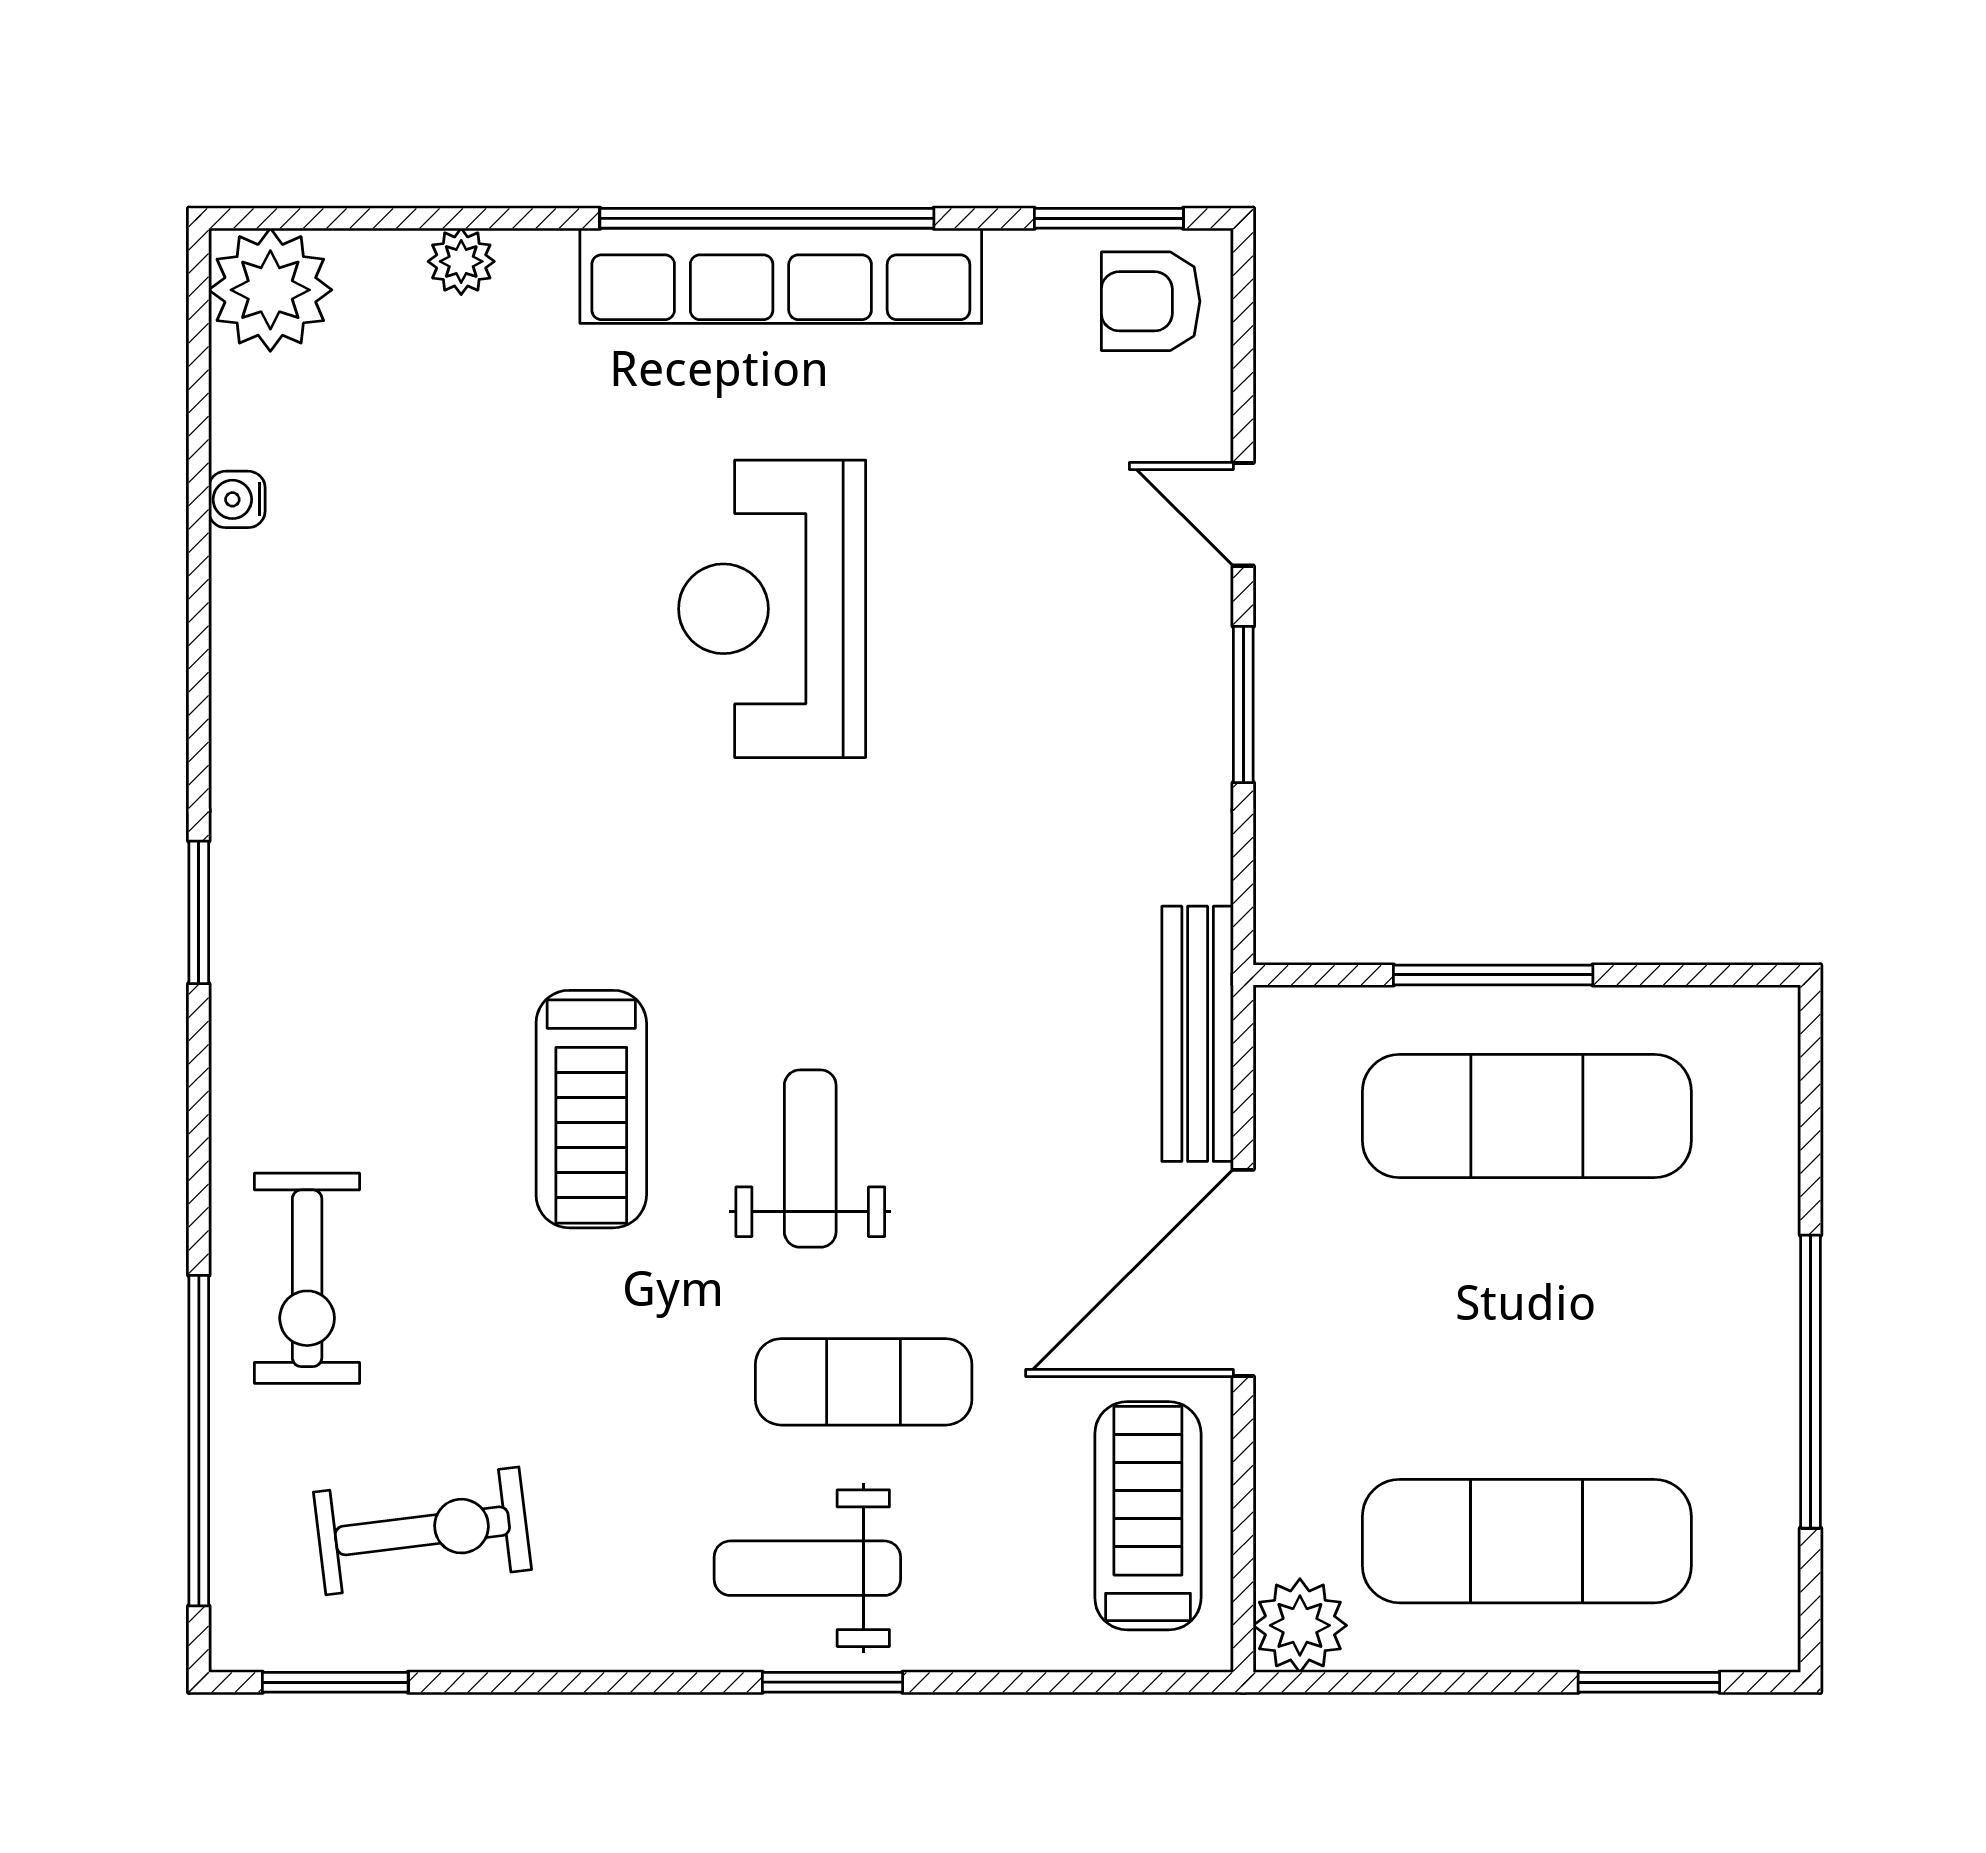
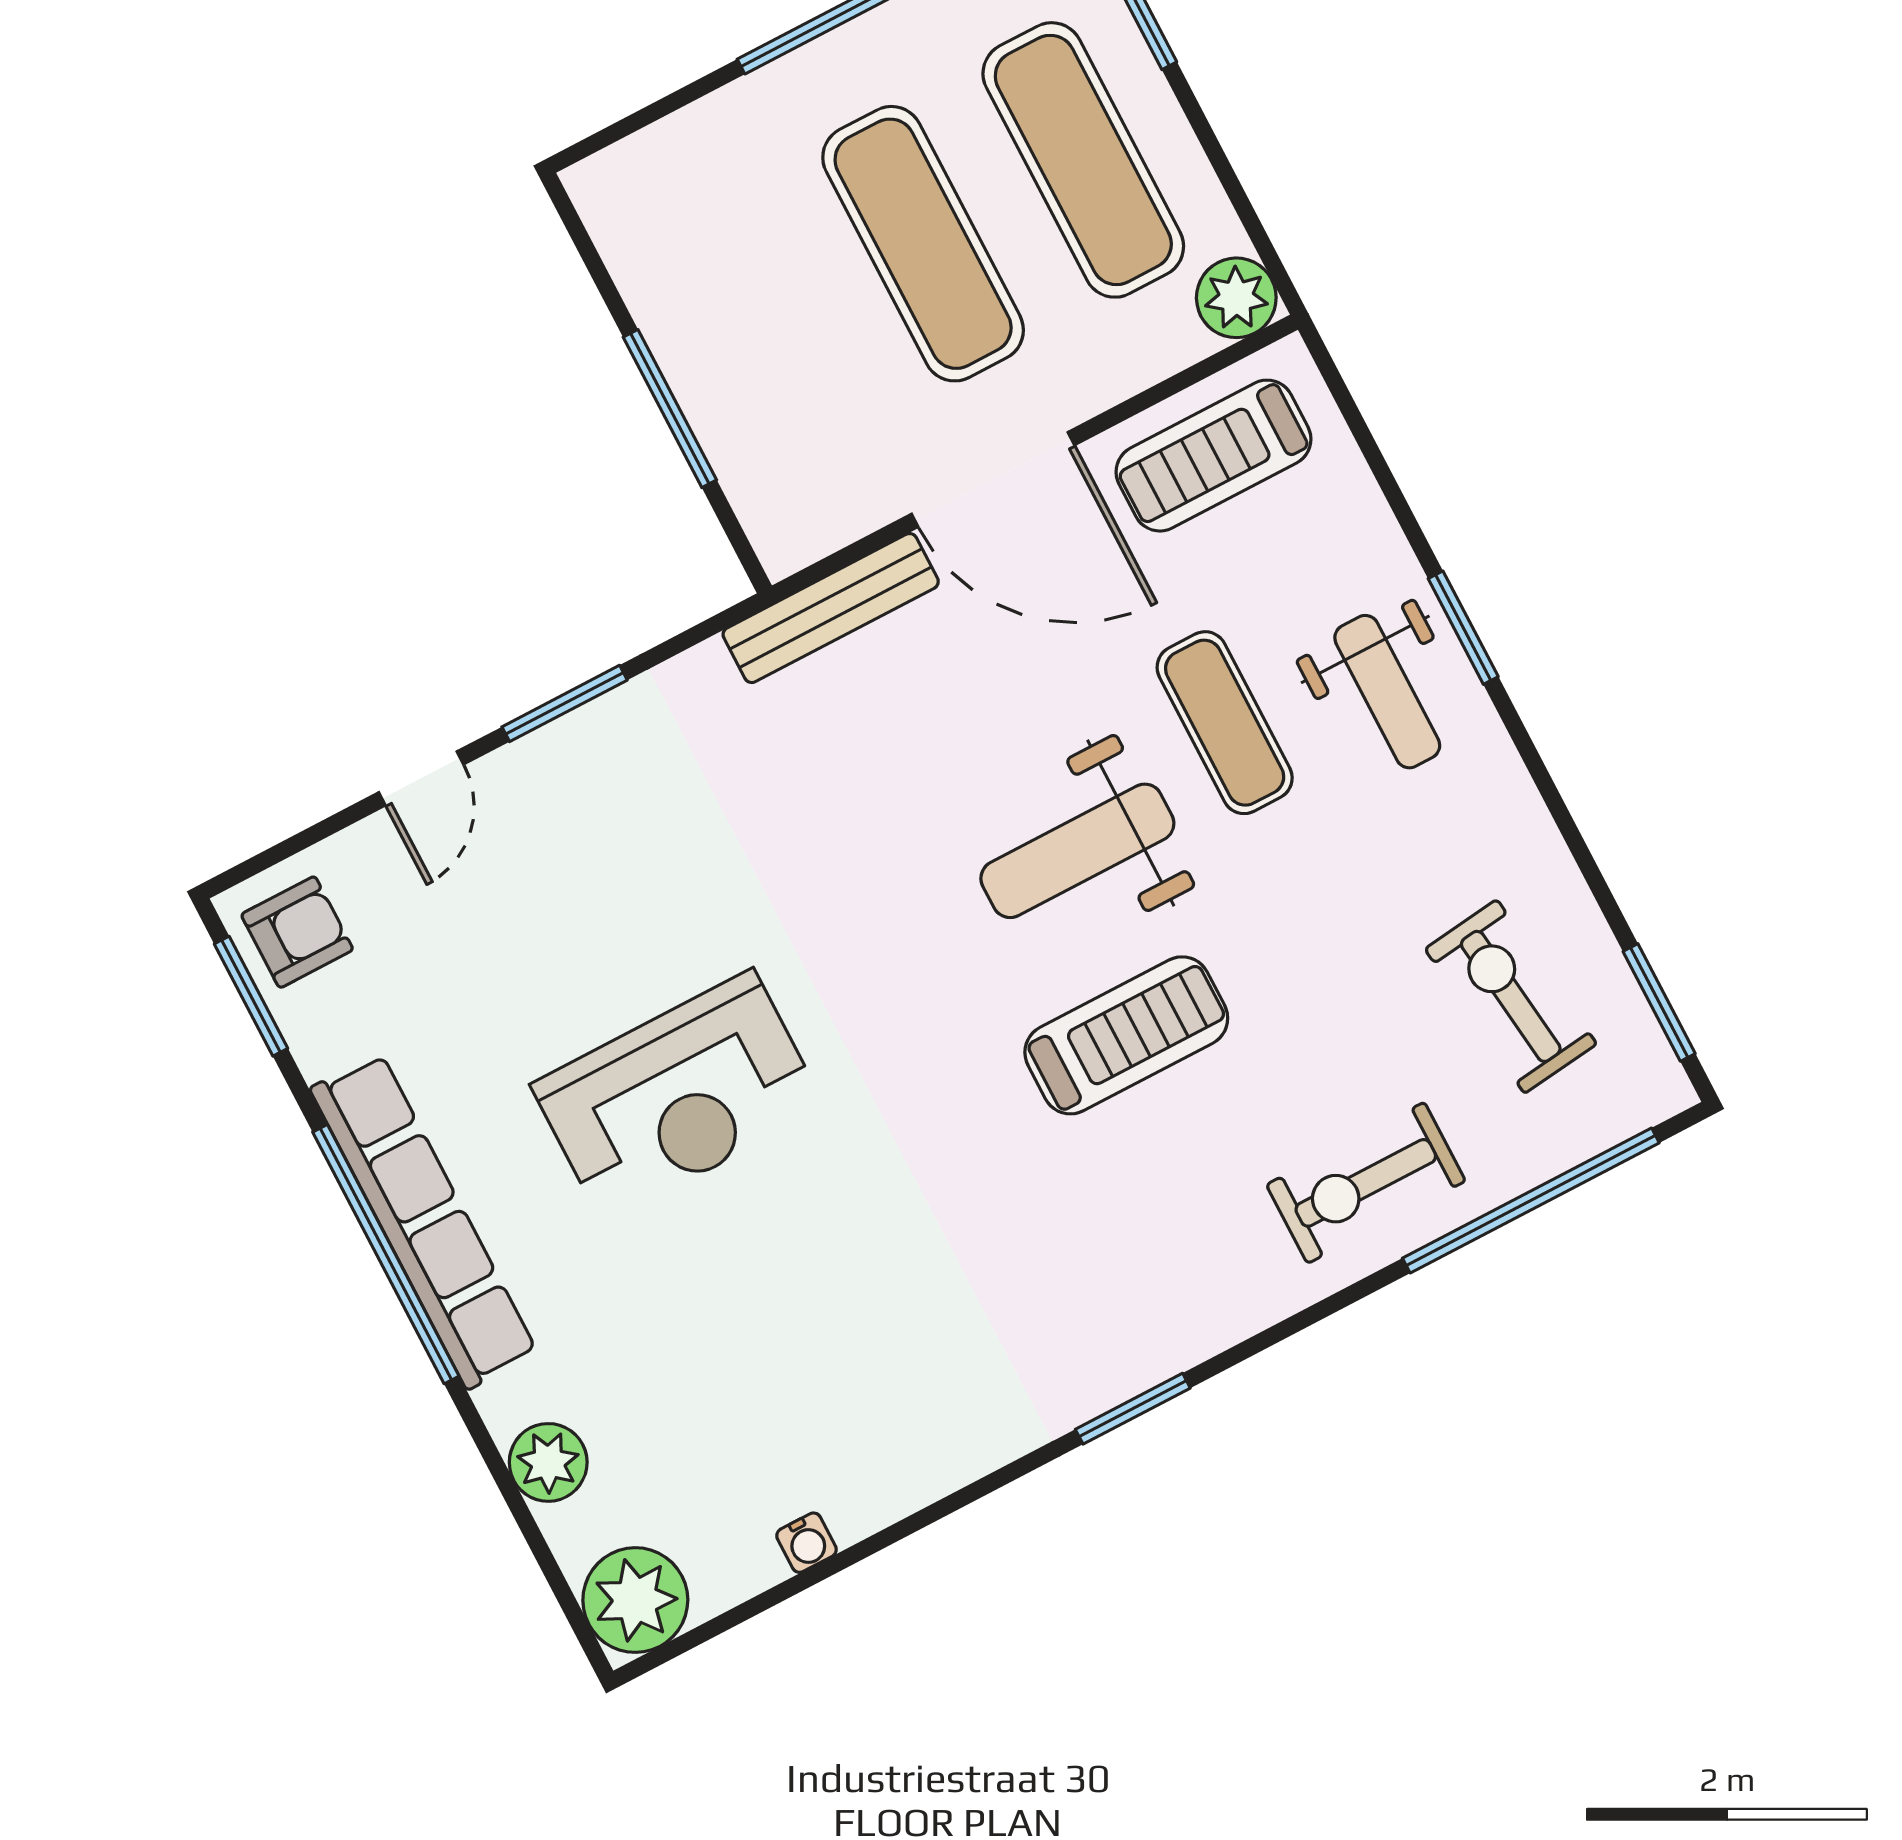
plant: (461, 261) -> (548, 1462), width x1.38, depth x1.38
armchair: (1151, 301) -> (297, 932), turned -90
exercise mat: (1527, 1116) -> (923, 244), moved
weight bench: (810, 1159) -> (1077, 851), width x1.36, depth x1.33
exercise bike: (307, 1278) -> (1366, 1183), turned 180

